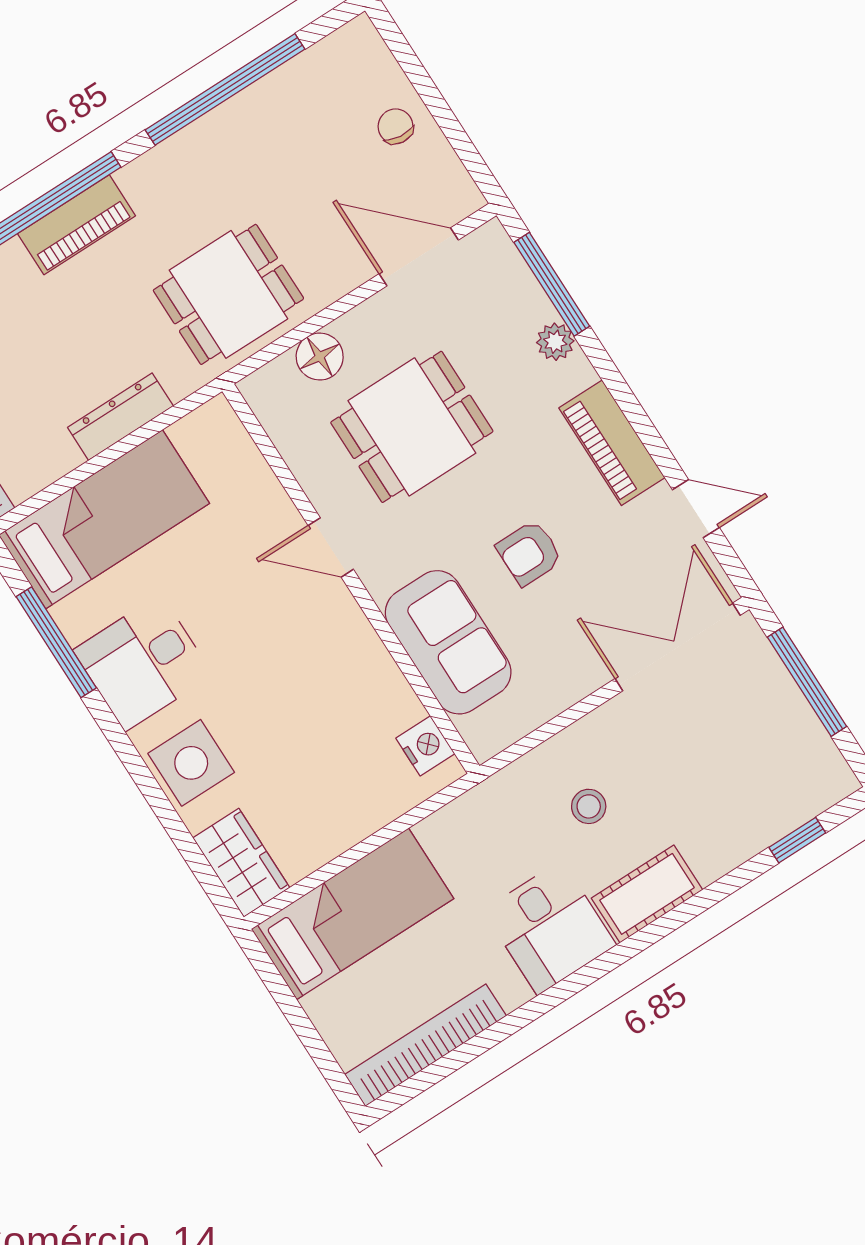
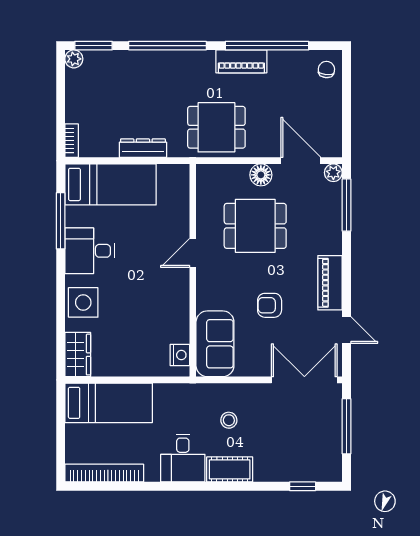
chair: (396, 126) -> (326, 70), moved
piano: (77, 225) -> (241, 61), moved
plant: (555, 342) -> (333, 173), moved
floor lamp: (320, 357) -> (261, 175), moved
door: (331, 547) -> (193, 253), hinge flipped
sofa: (448, 642) -> (215, 344), moved

